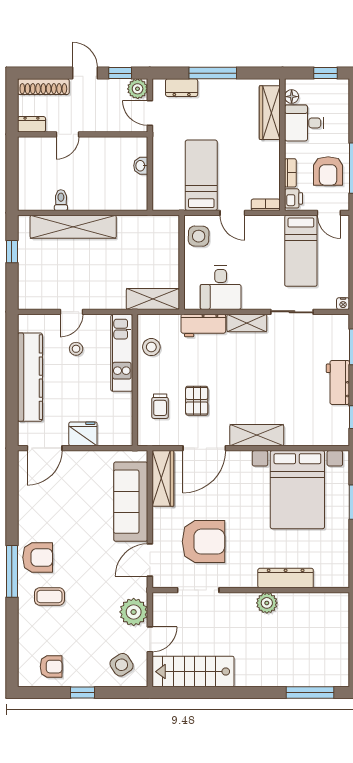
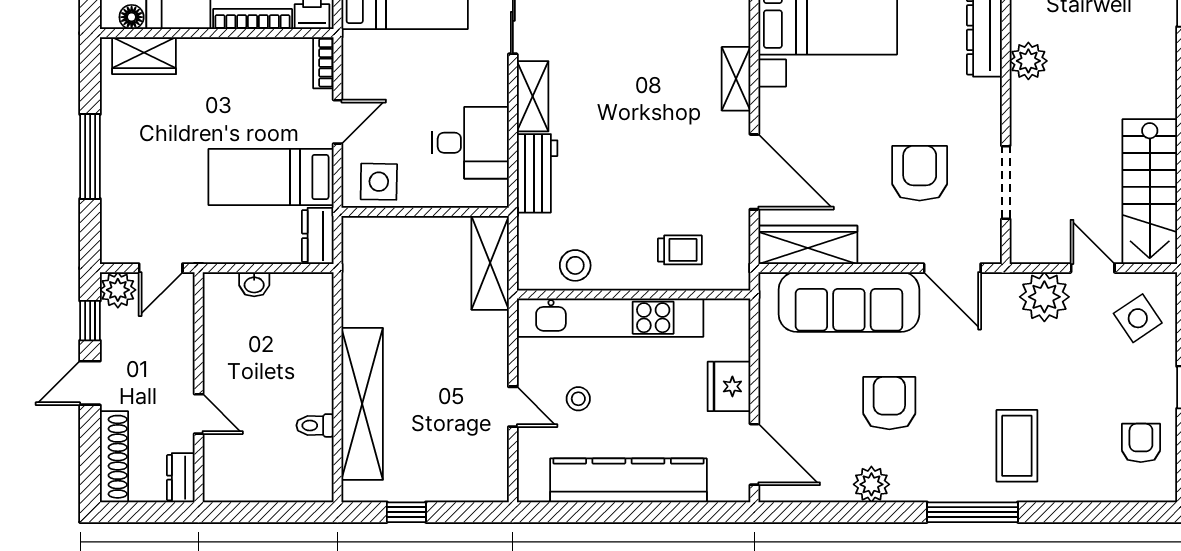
dresser: (182, 88) -> (318, 236), moved, turned 180
wardrobe: (270, 113) -> (144, 56), width x0.67
bookcase: (290, 173) -> (253, 19), width x1.56
kitchen unit: (122, 353) -> (610, 318), width x1.36
pallet: (197, 401) -> (670, 185), removed
shelving: (257, 435) -> (736, 79), width x0.67, depth x0.75
plant: (28, 514) -> (871, 484), added
armchair: (203, 542) -> (920, 173), width x0.73, depth x0.73
armchair: (38, 557) -> (889, 403), moved
coffee table: (49, 597) -> (1017, 446), width x1.36, depth x1.30

